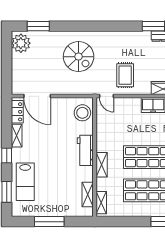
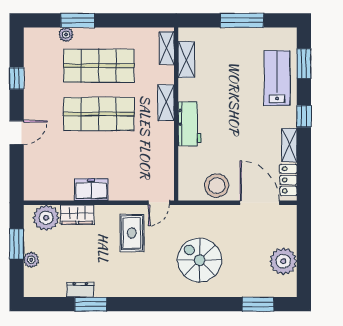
plant: (21, 43) -> (283, 261), moved
door: (107, 96) -> (159, 203), swing flipped
stool: (82, 113) -> (217, 186), moved

